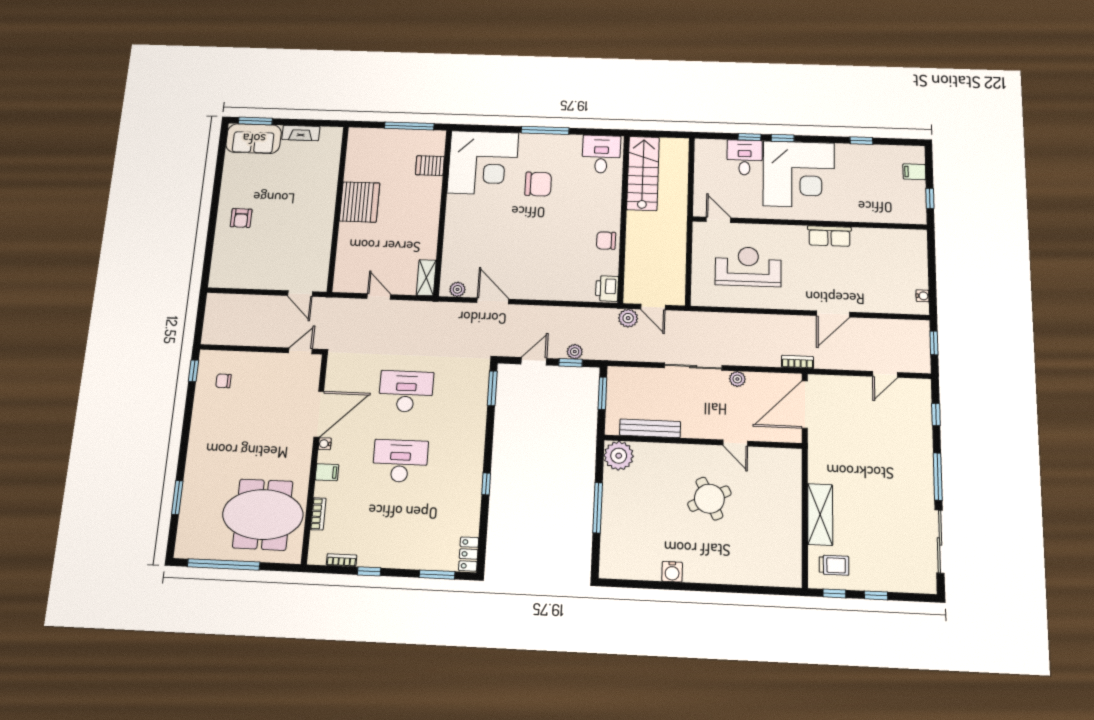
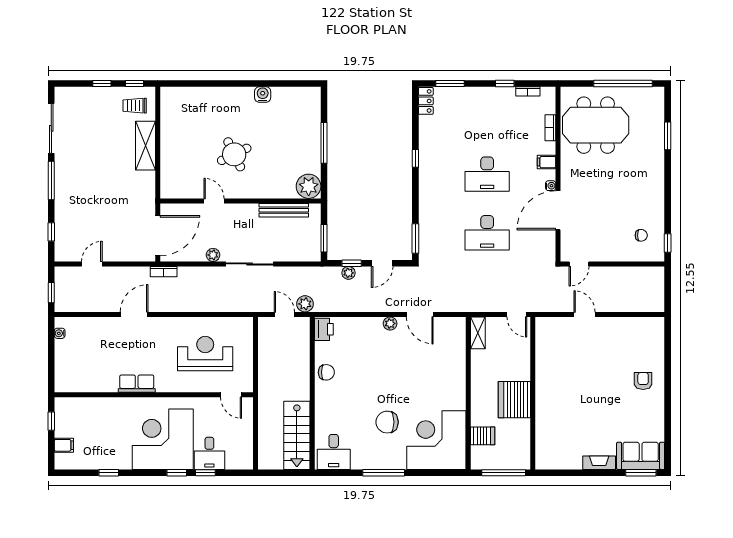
server rack: (360, 202) -> (514, 400), moved
wall: (338, 208) -> (533, 393), moved
reception desk: (748, 267) -> (205, 354), turned 180
plant: (457, 289) -> (390, 323), moved

